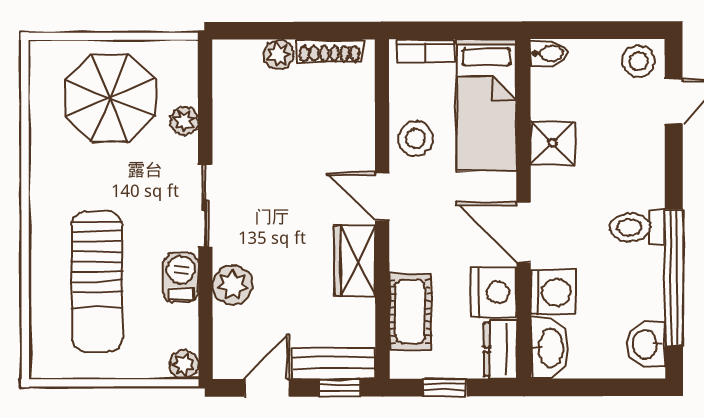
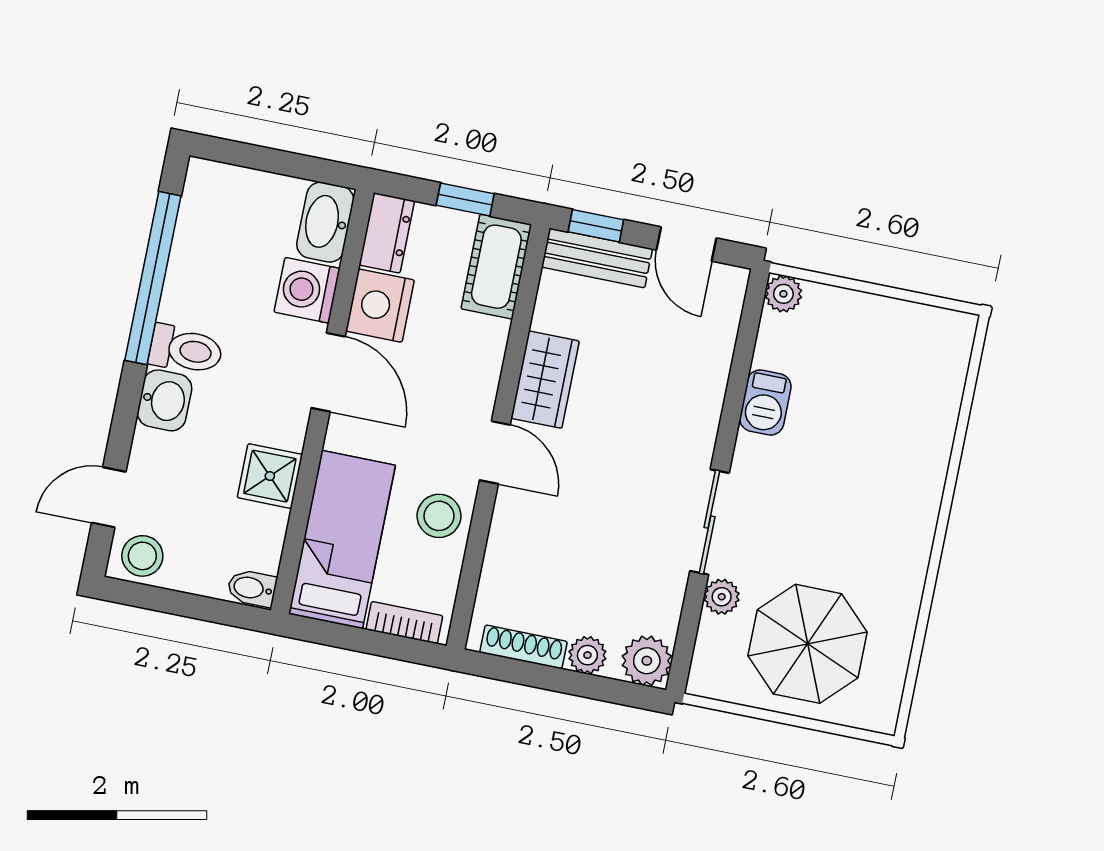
sliding door: (205, 206) -> (709, 522), moved
sun lounger: (97, 282) -> (871, 418), removed
plant: (232, 285) -> (647, 661), moved
cot: (410, 311) -> (496, 267), moved
washbasin: (646, 344) -> (165, 400), moved
door: (267, 388) -> (686, 244), hinge flipped

